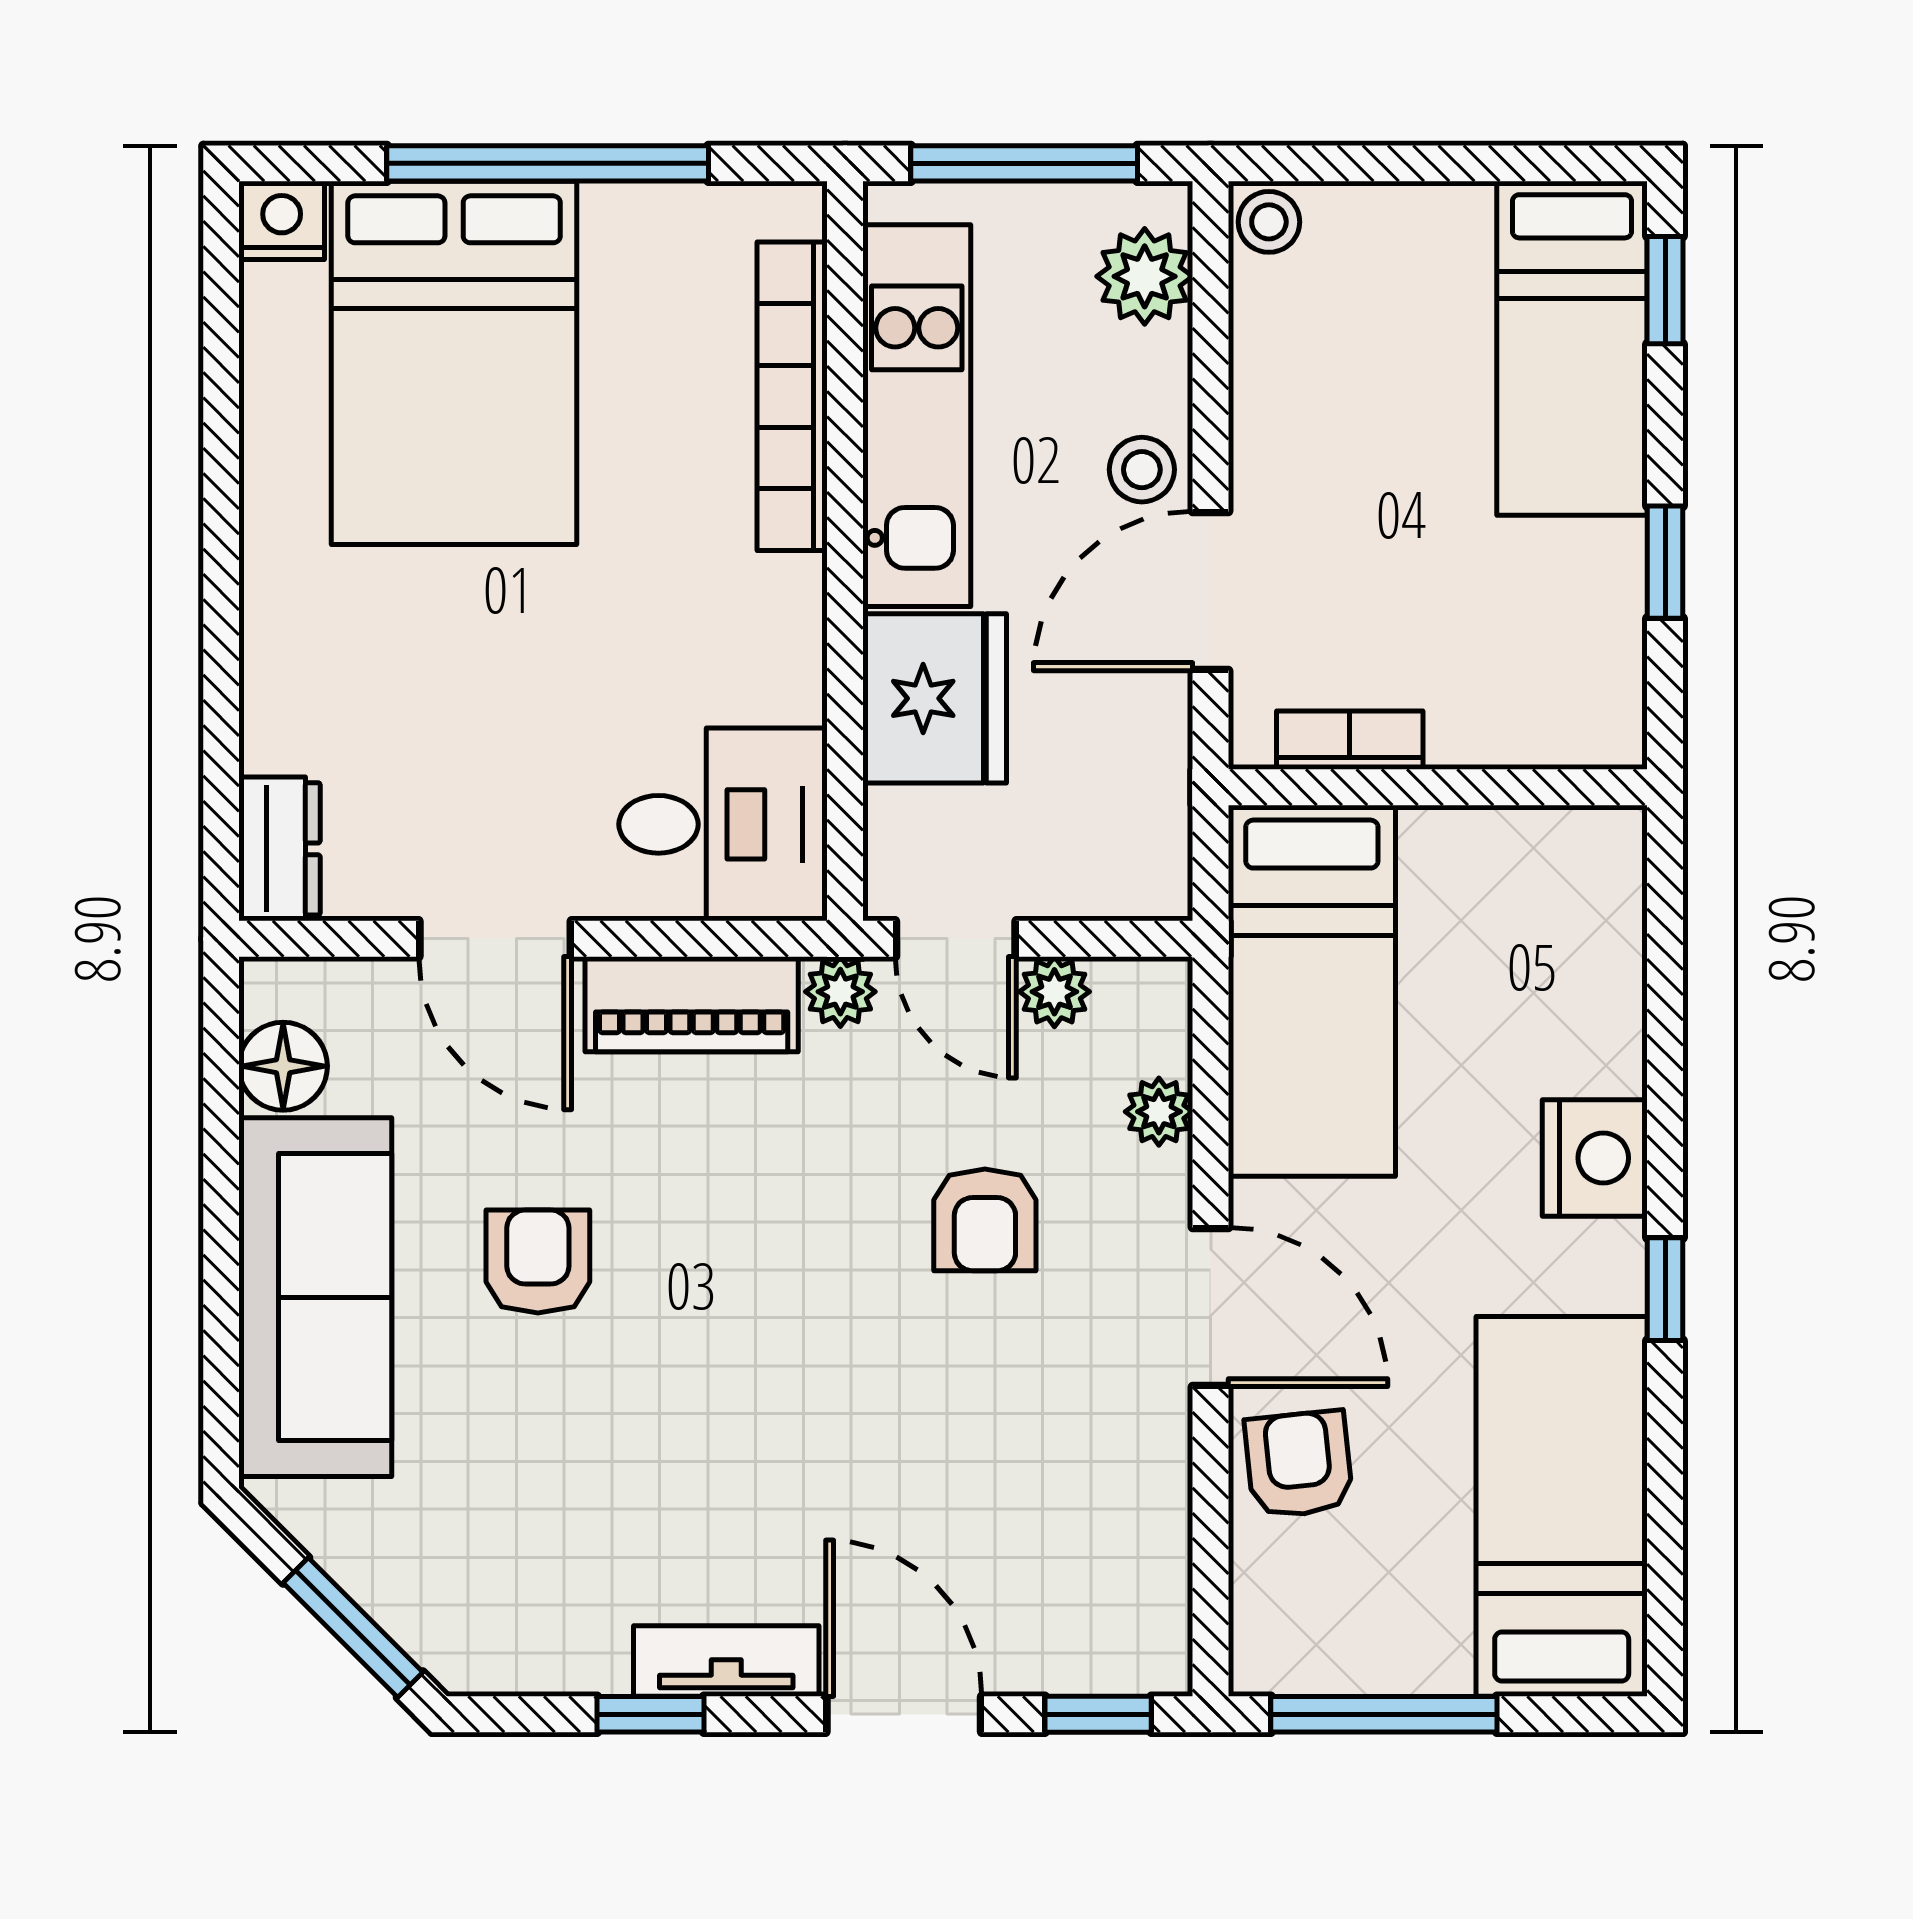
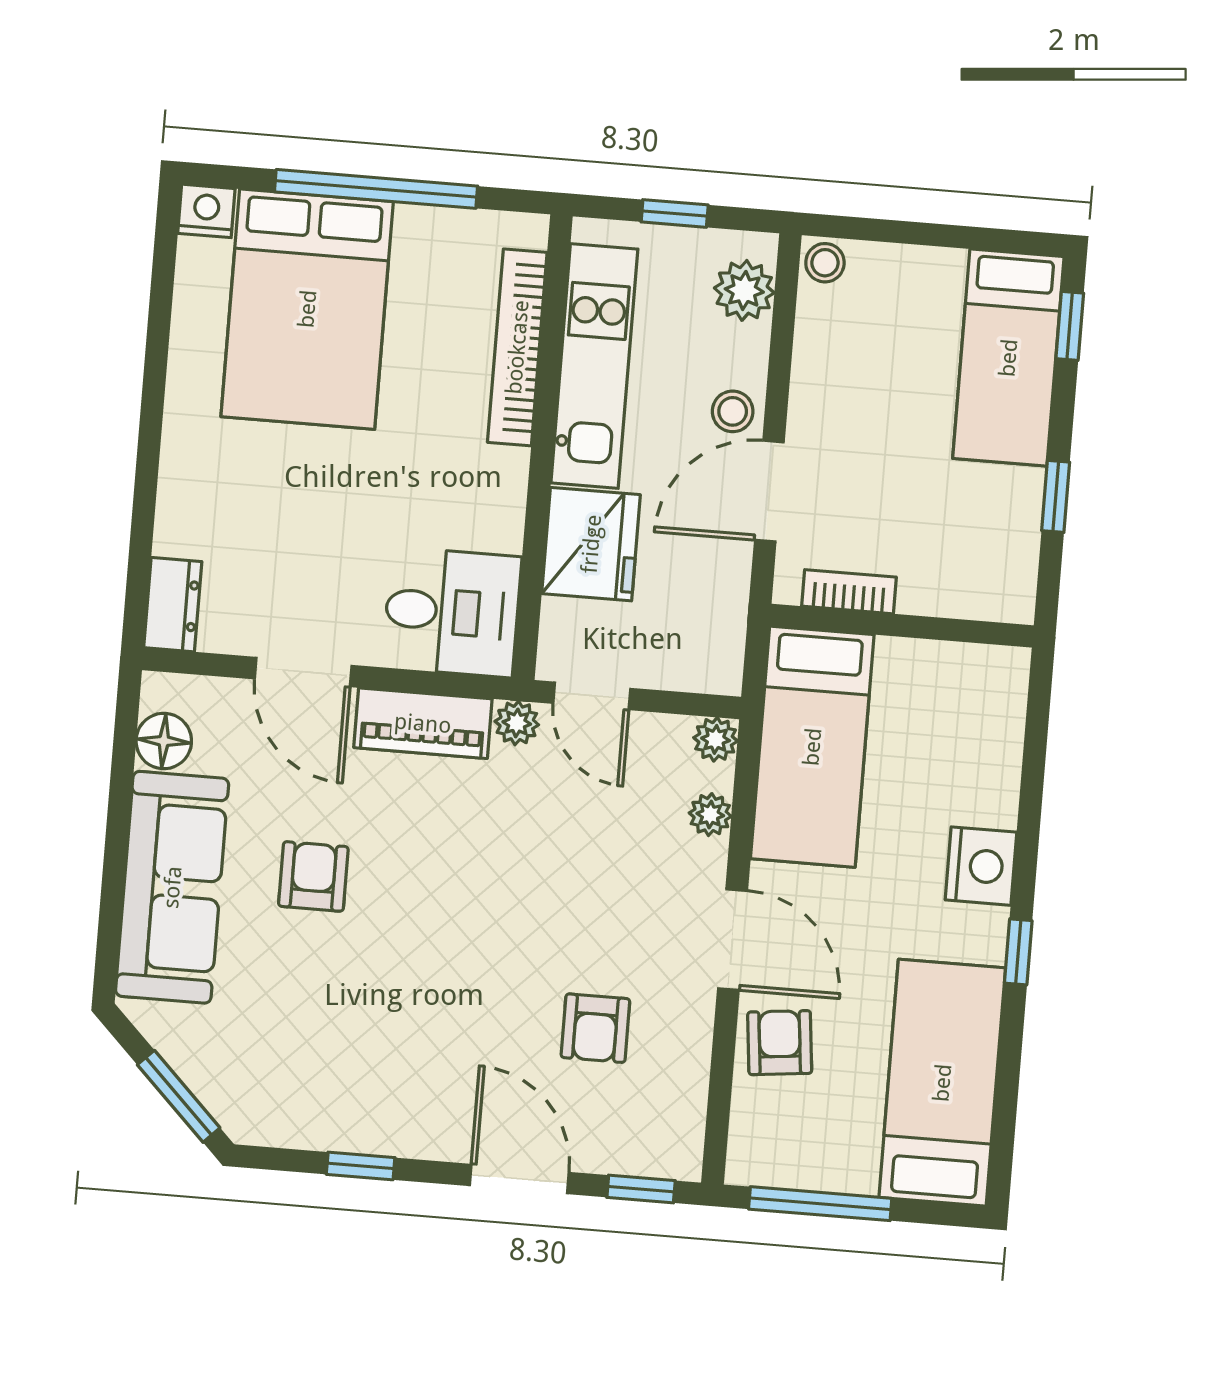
window: (1024, 163) -> (675, 213), width x0.46
plant: (1054, 992) -> (716, 739), moved
armchair: (985, 1220) -> (595, 1028), moved
tv unit: (726, 1661) -> (411, 1137), removed

